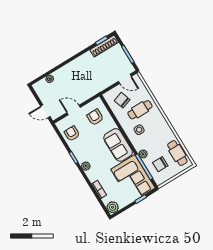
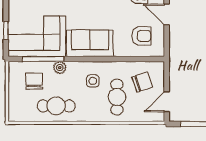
door: (74, 110) -> (167, 15), swing flipped
cafe table: (177, 153) -> (56, 106), moved

